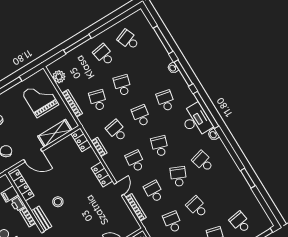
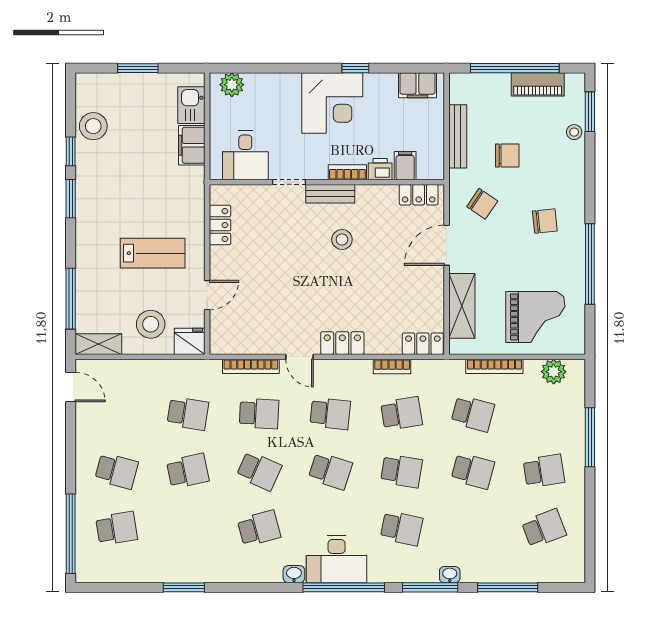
locker: (21, 185) -> (419, 195), width x0.66

